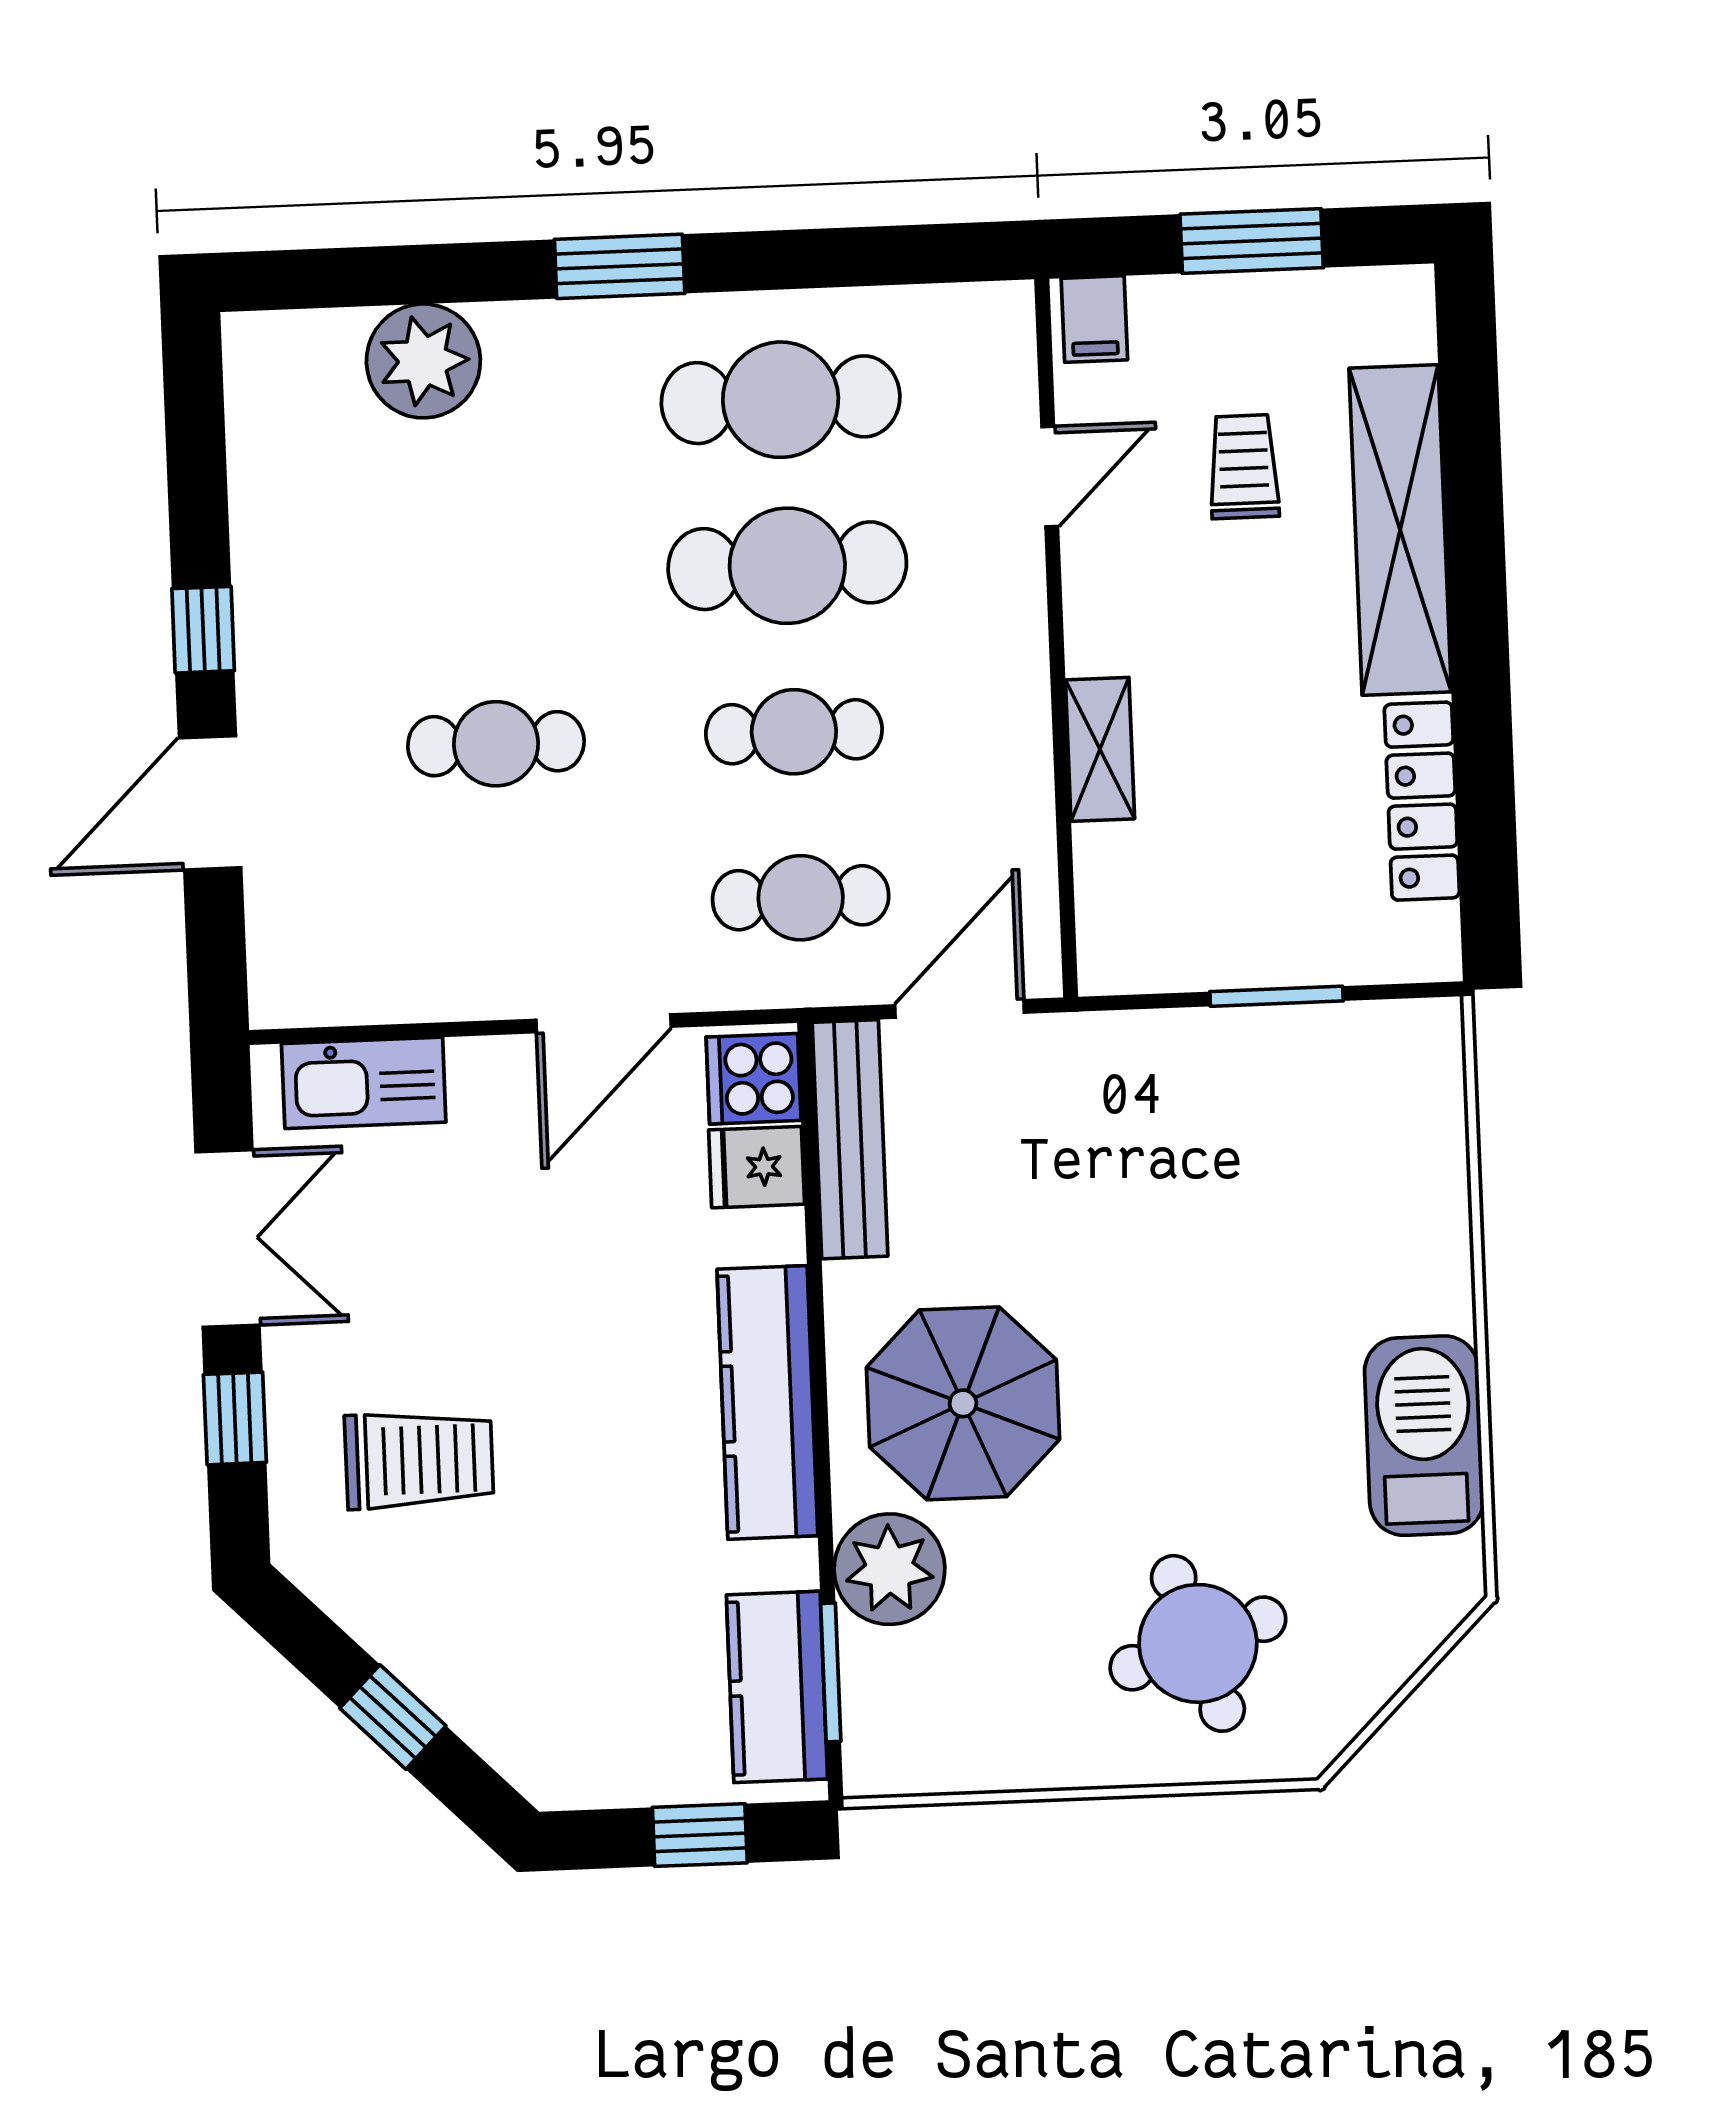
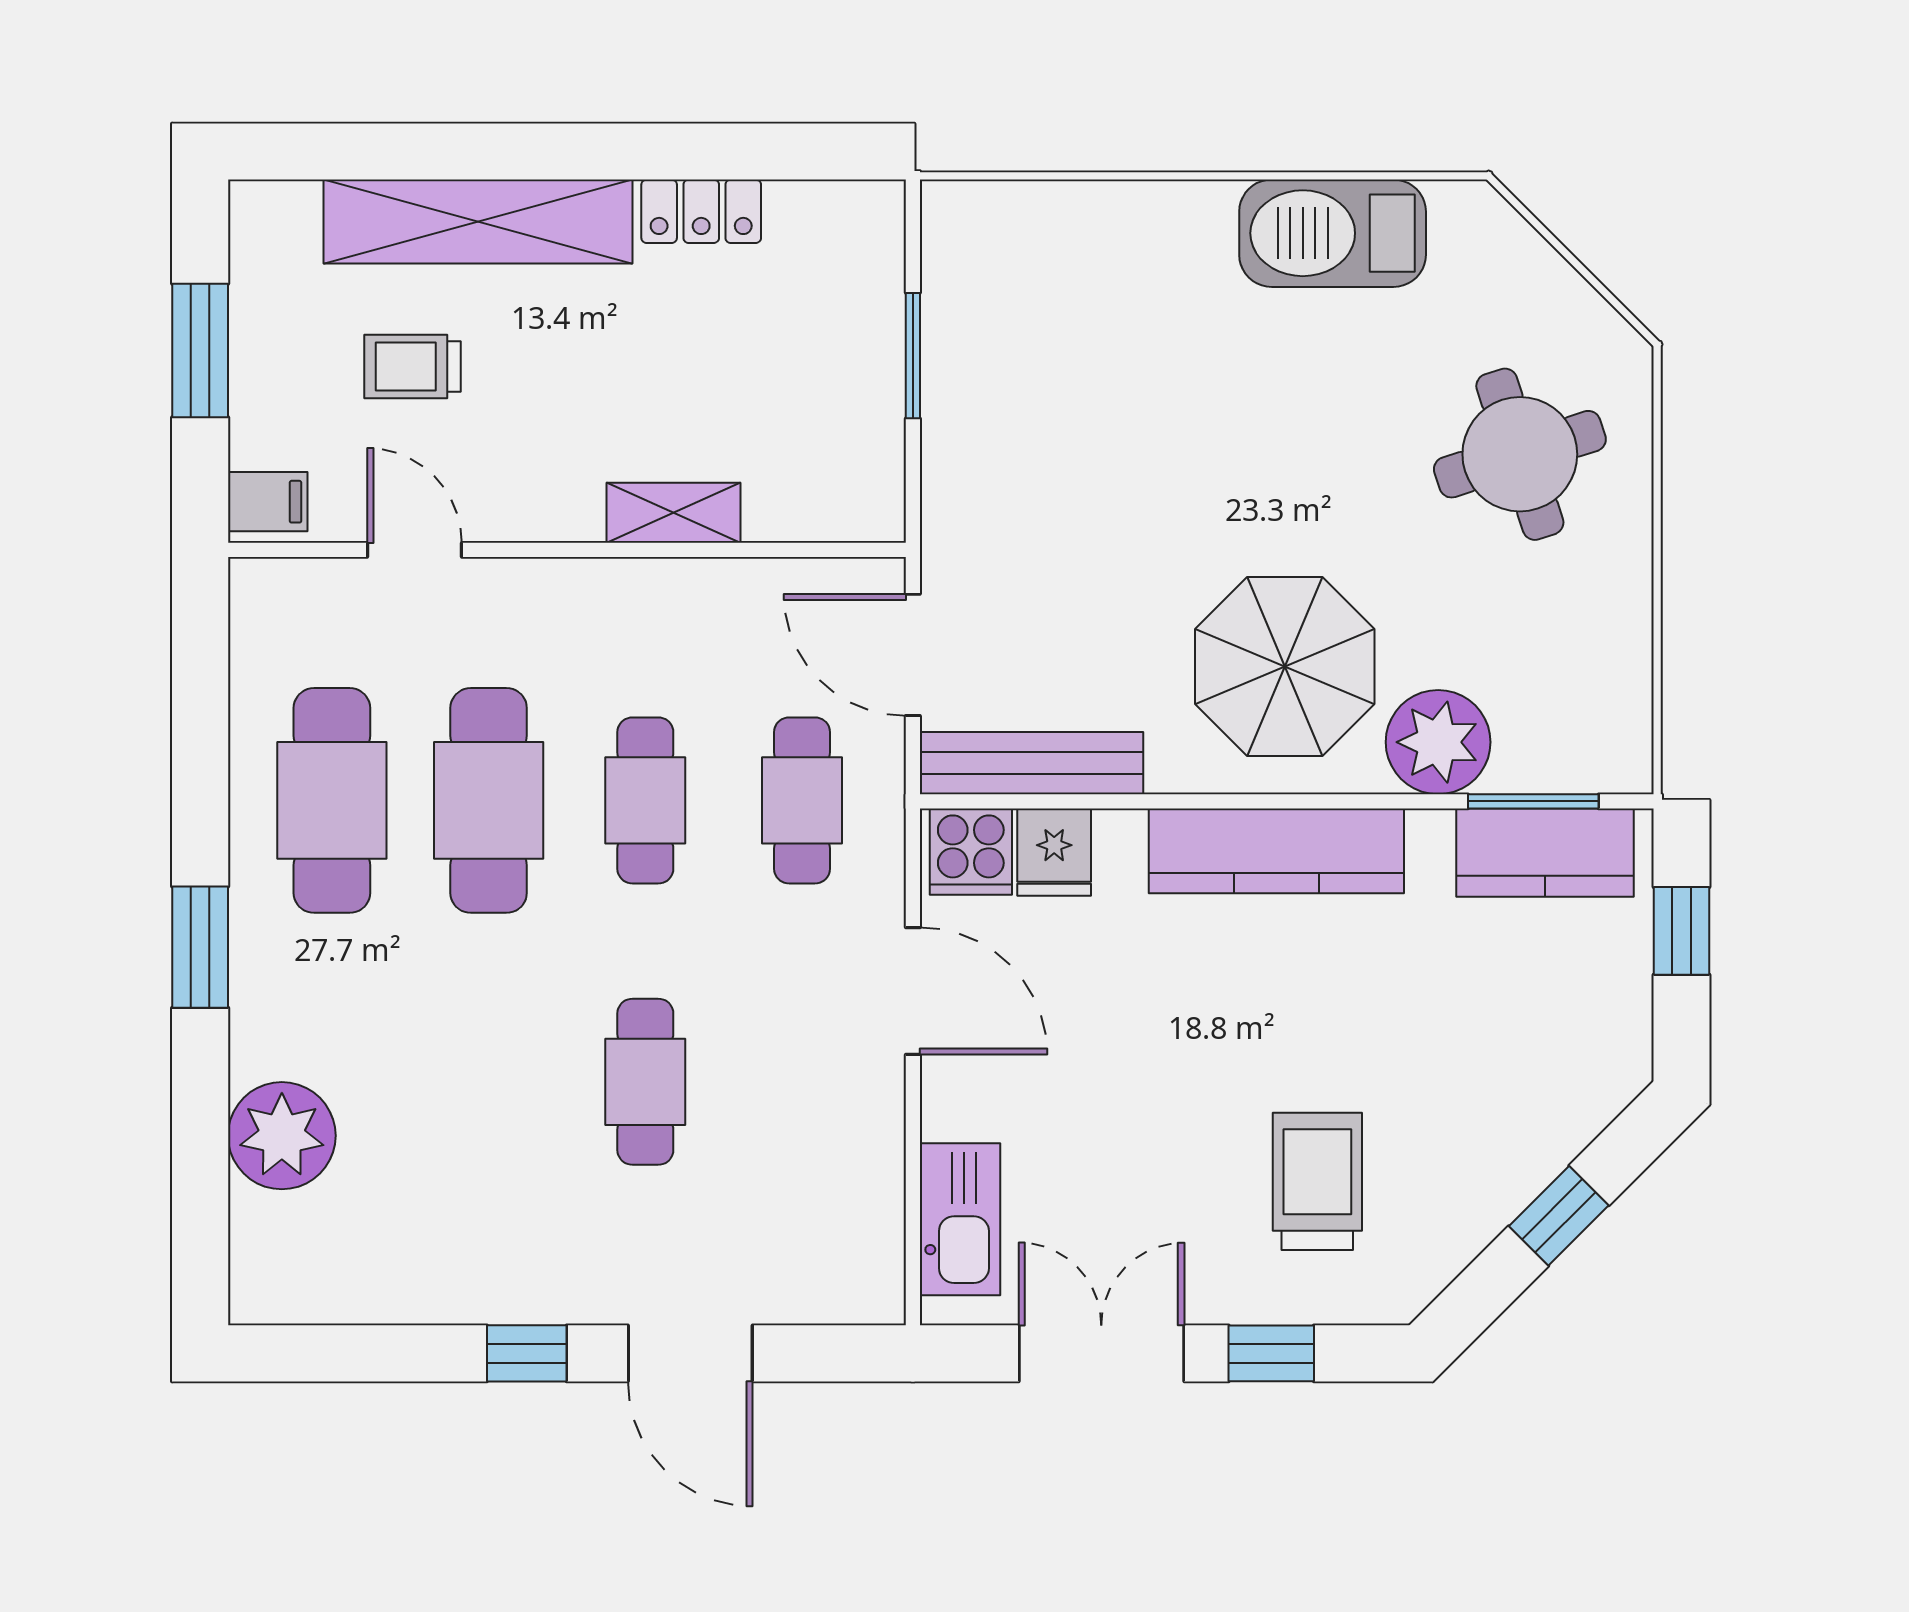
locker: (1422, 801) -> (701, 211), width x0.66

